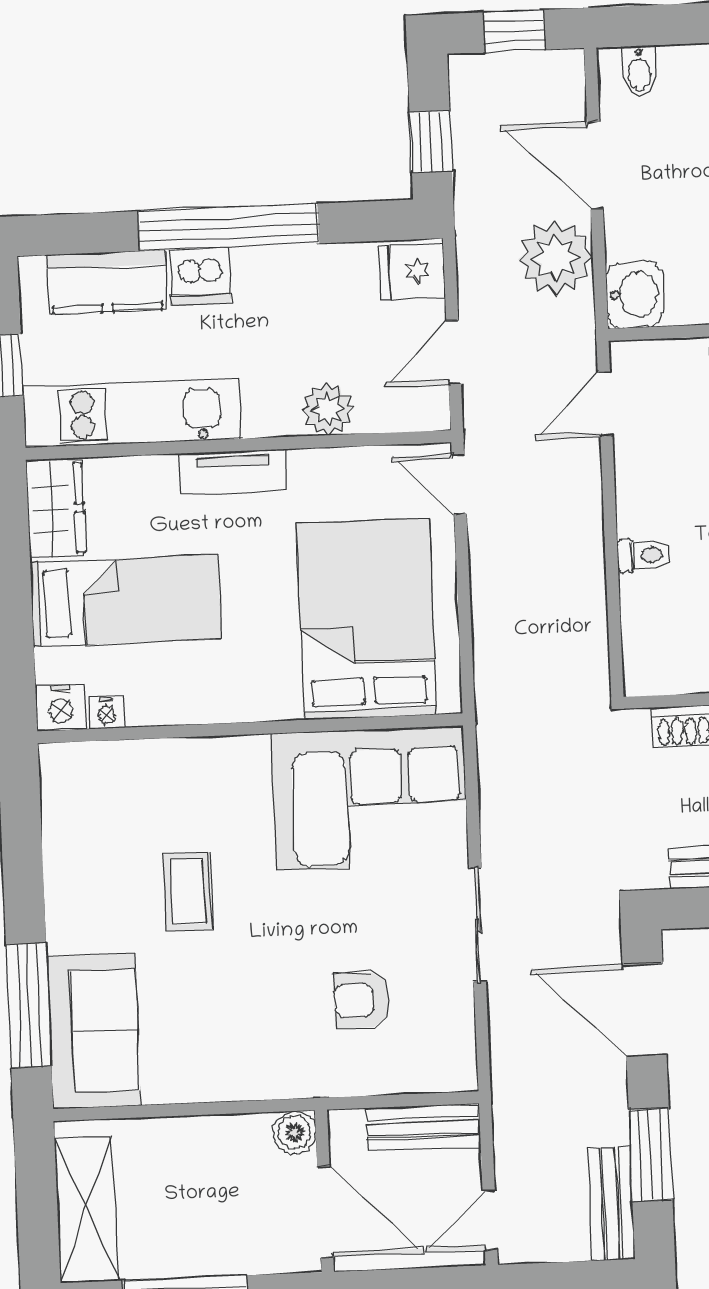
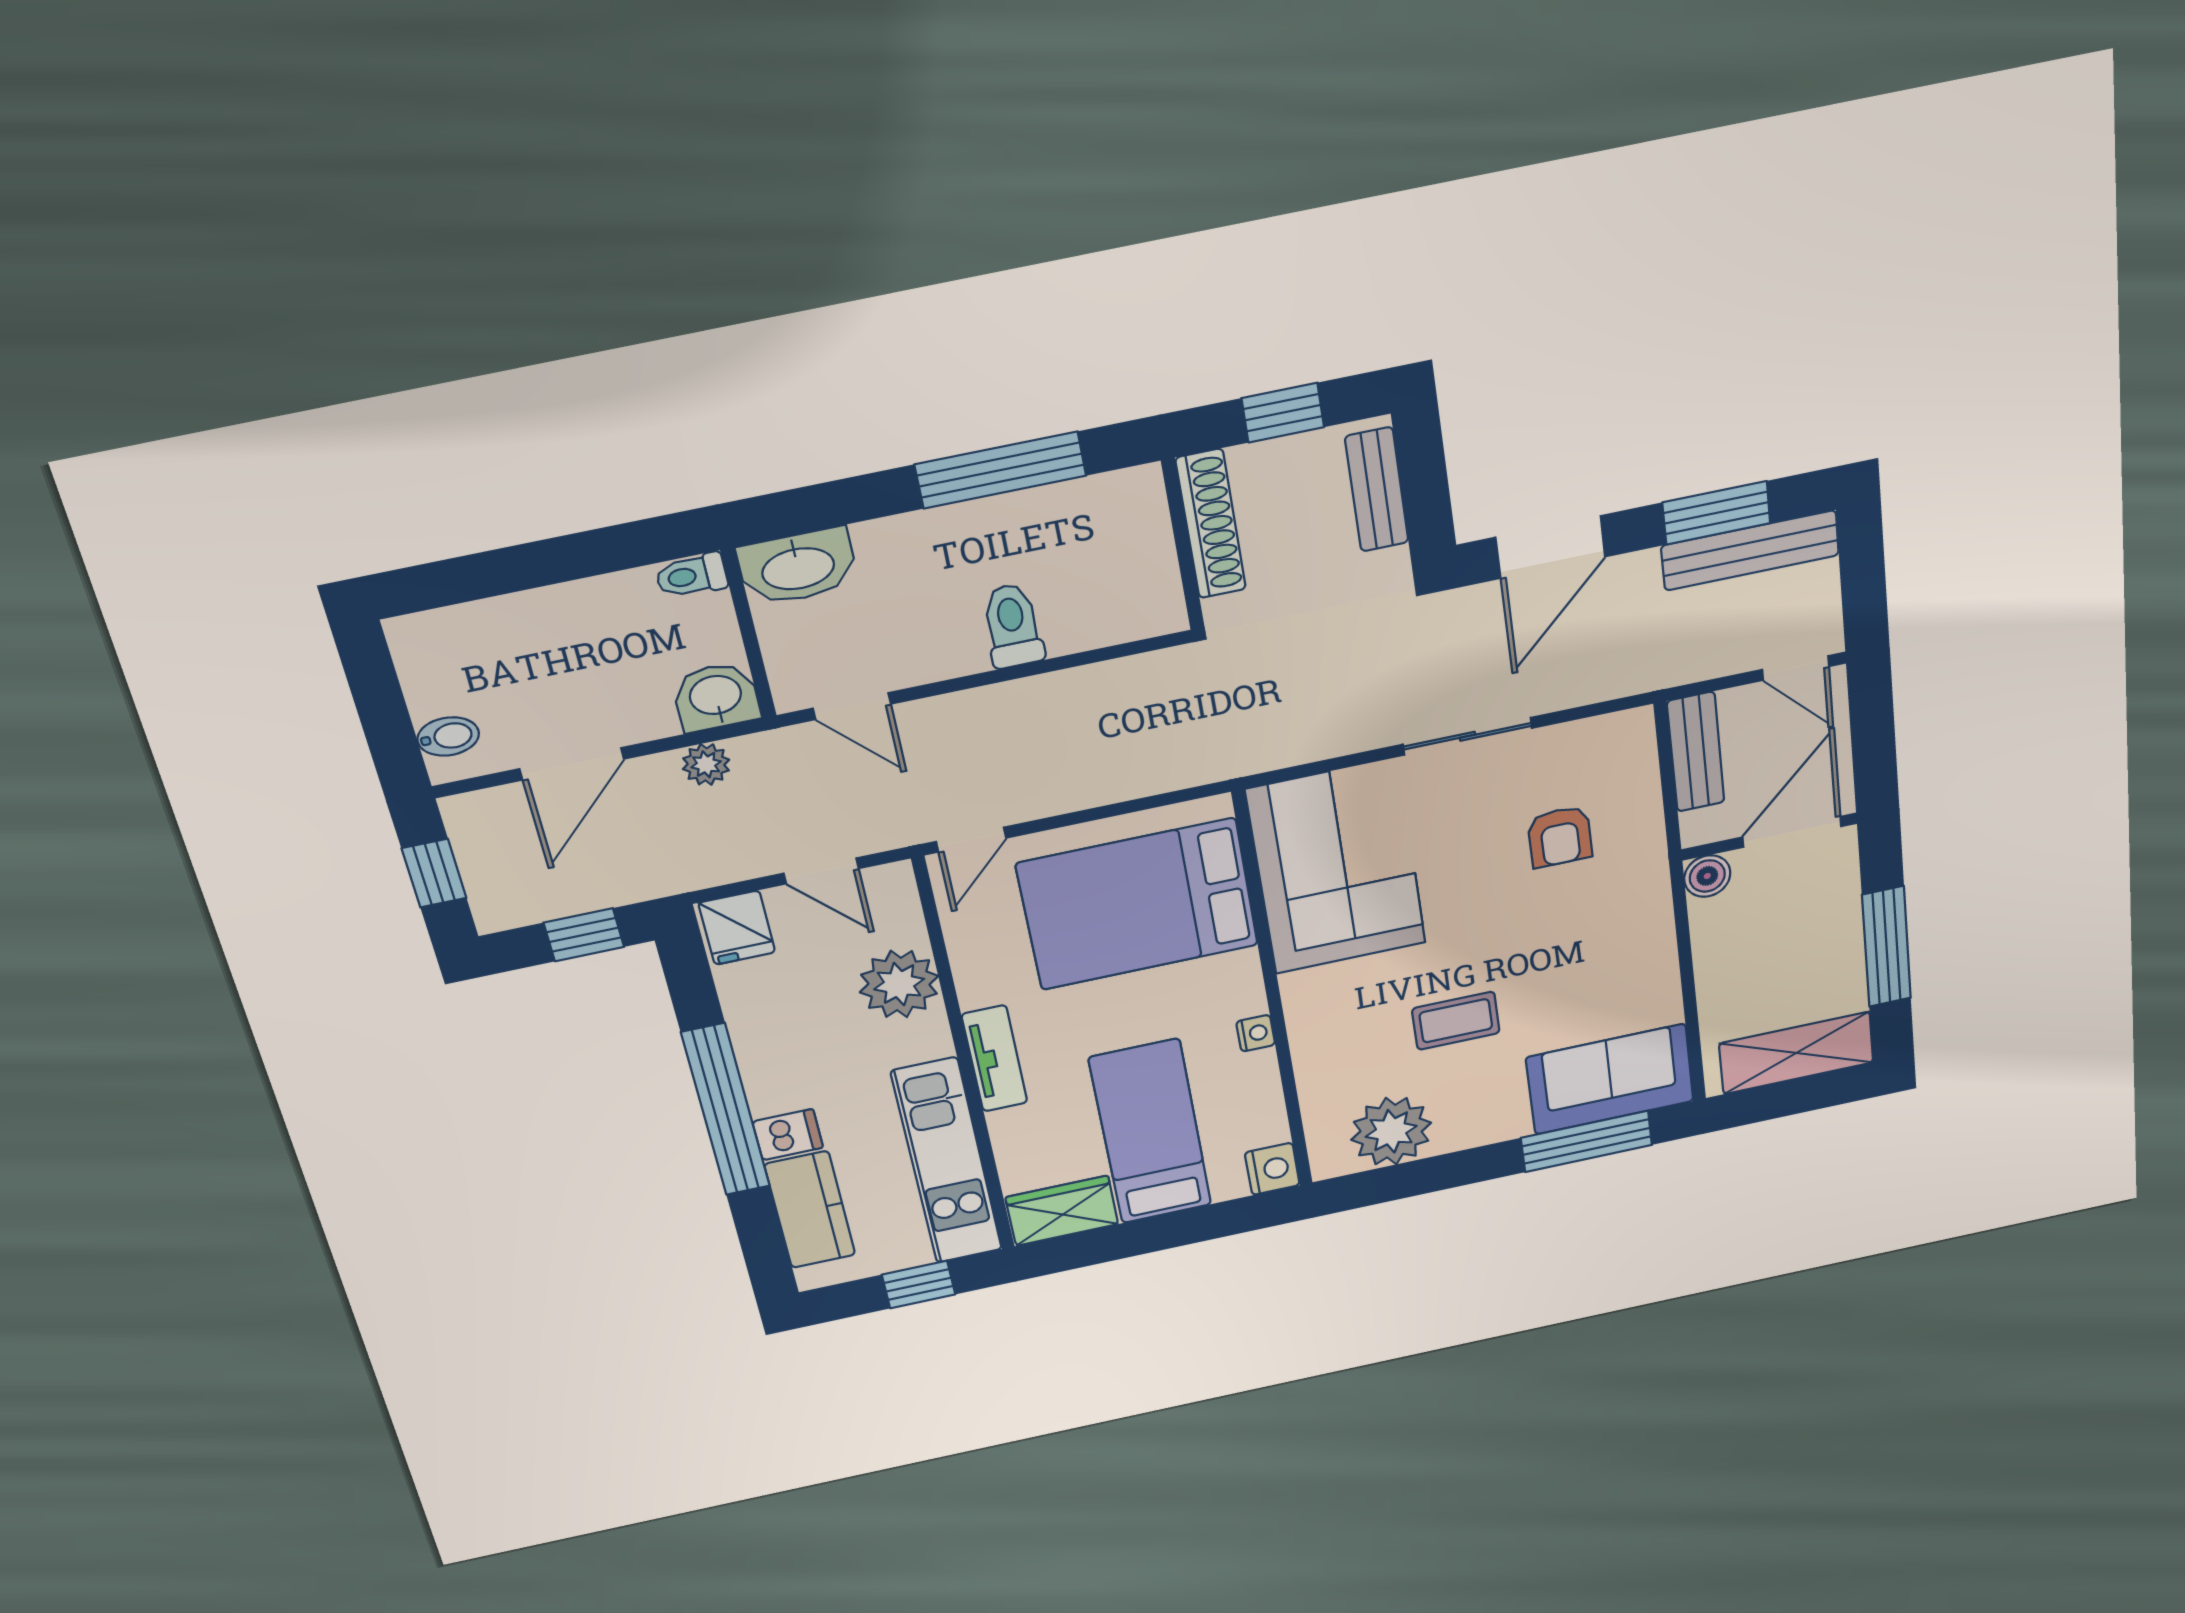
plant: (556, 258) -> (706, 764), width x0.53, depth x0.53
dishwasher: (199, 276) -> (788, 1135), width x0.73
plant: (328, 409) -> (899, 984), width x1.36, depth x1.36
toilet: (644, 555) -> (1013, 626), width x1.37, depth x1.39
nightstand: (106, 713) -> (1256, 1033), moved
plant: (79, 822) -> (1391, 1131), added
bench: (611, 1204) -> (1750, 550), width x1.36

